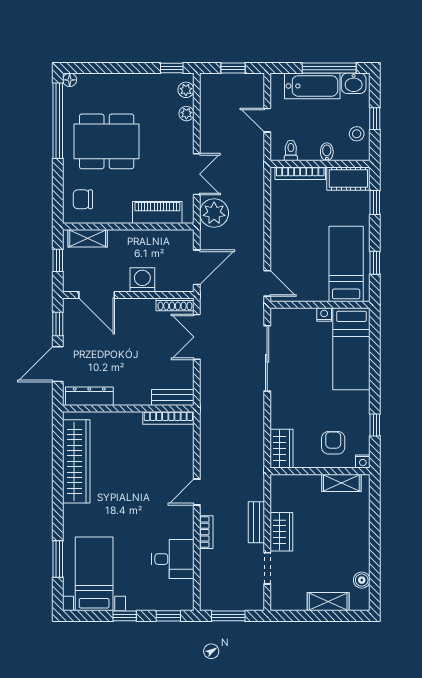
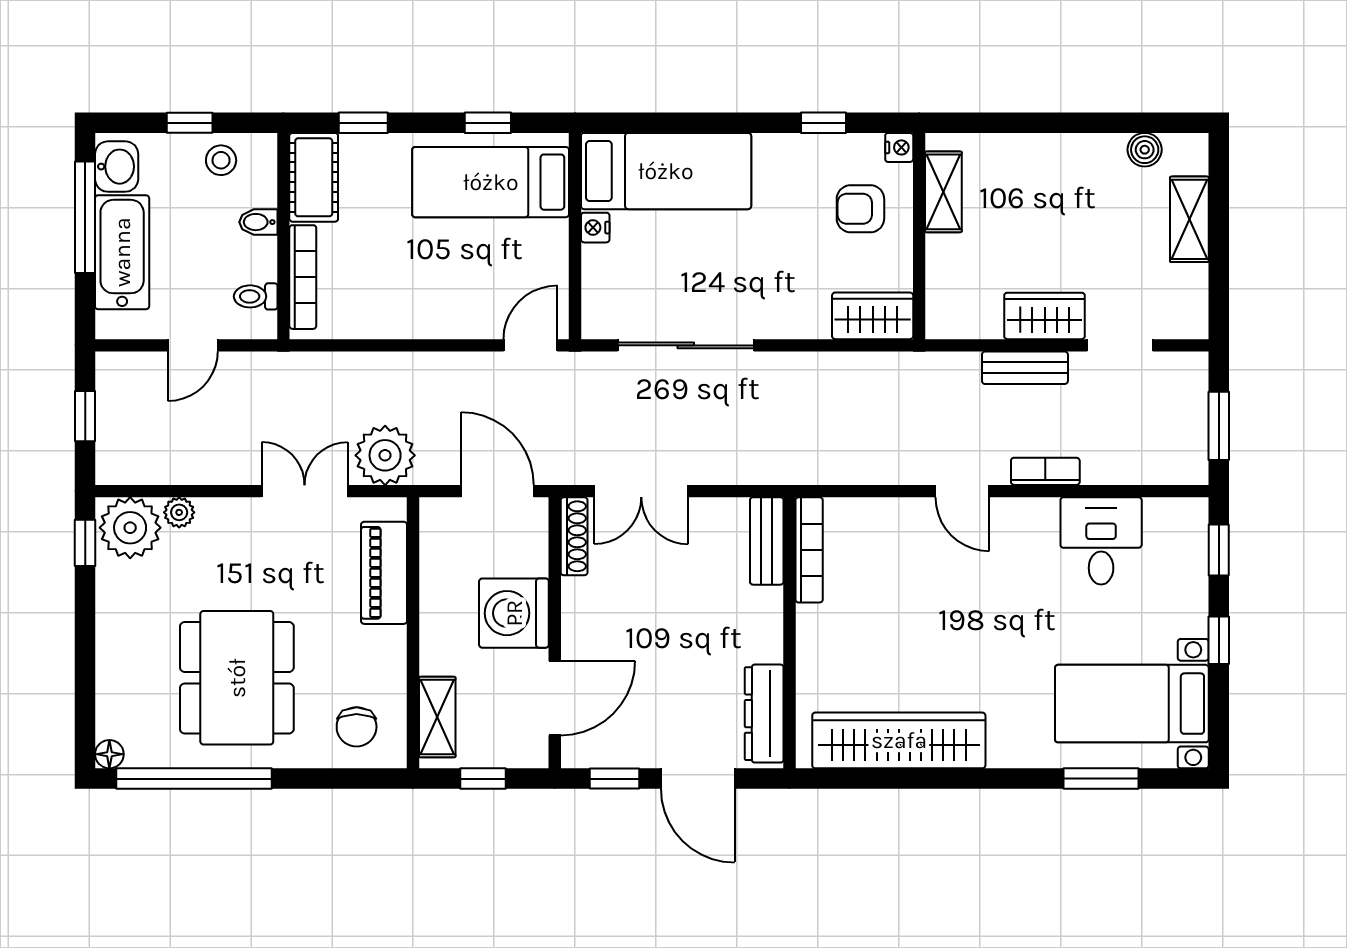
plant: (186, 90) -> (130, 528), width x1.88, depth x1.88
washing machine: (142, 280) -> (514, 613), width x1.37, depth x1.37

